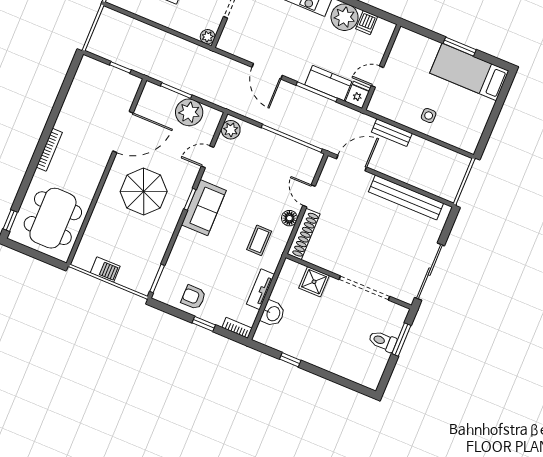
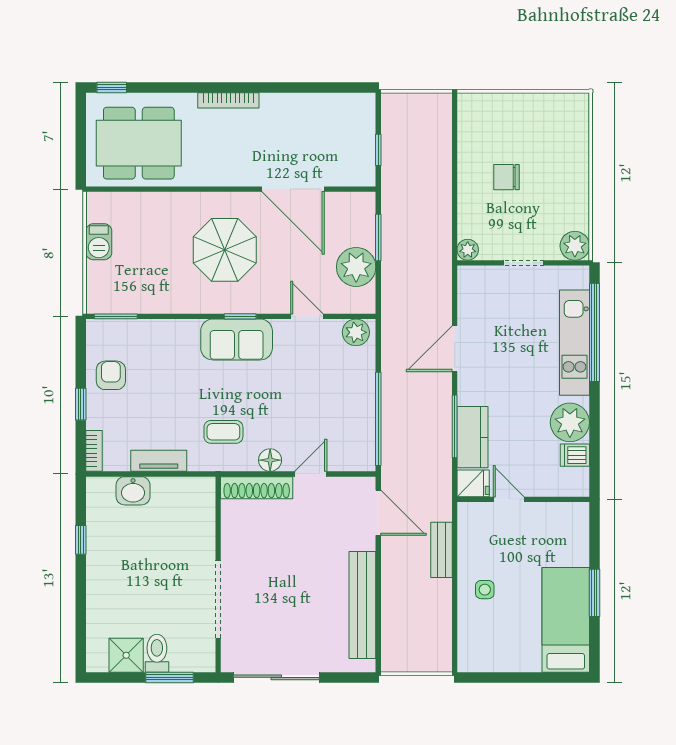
shower: (314, 282) -> (126, 655), moved

